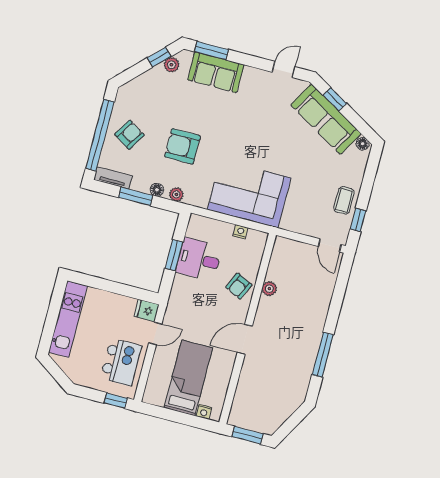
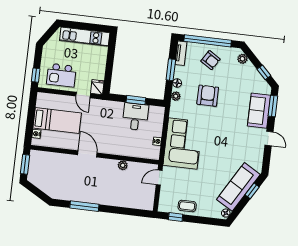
plant: (171, 65) -> (242, 59), moved
door: (284, 69) -> (269, 138), moved
door: (330, 245) -> (159, 178), moved
armchair: (239, 286) -> (122, 145), removed

